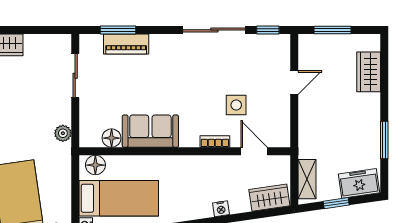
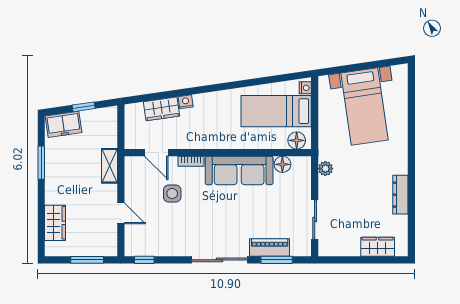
sliding door: (214, 30) -> (220, 260), moved
door: (294, 82) -> (121, 213), swing flipped
sofa: (150, 131) -> (239, 170), width x1.36
shelving: (307, 179) -> (110, 166), moved
wardrobe: (269, 198) -> (162, 109), moved

